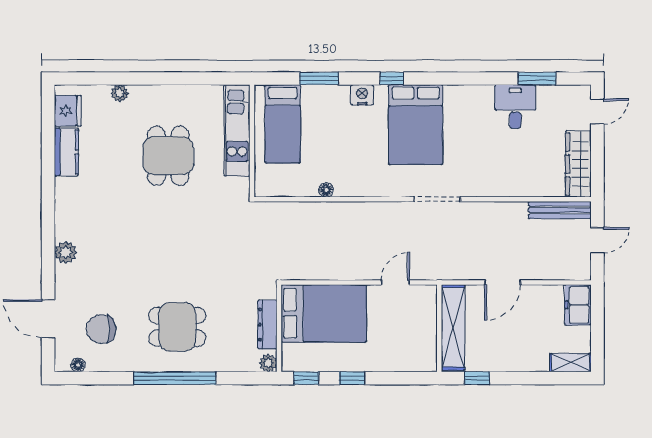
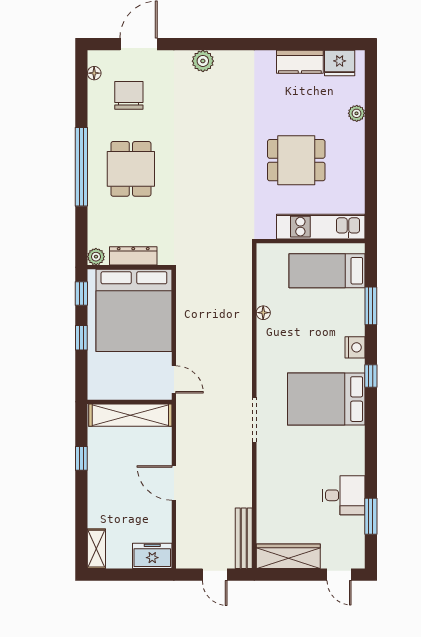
bed: (324, 313) -> (134, 310), width x1.36
shelving: (453, 327) -> (130, 415), moved
wall: (439, 328) -> (130, 402), moved

